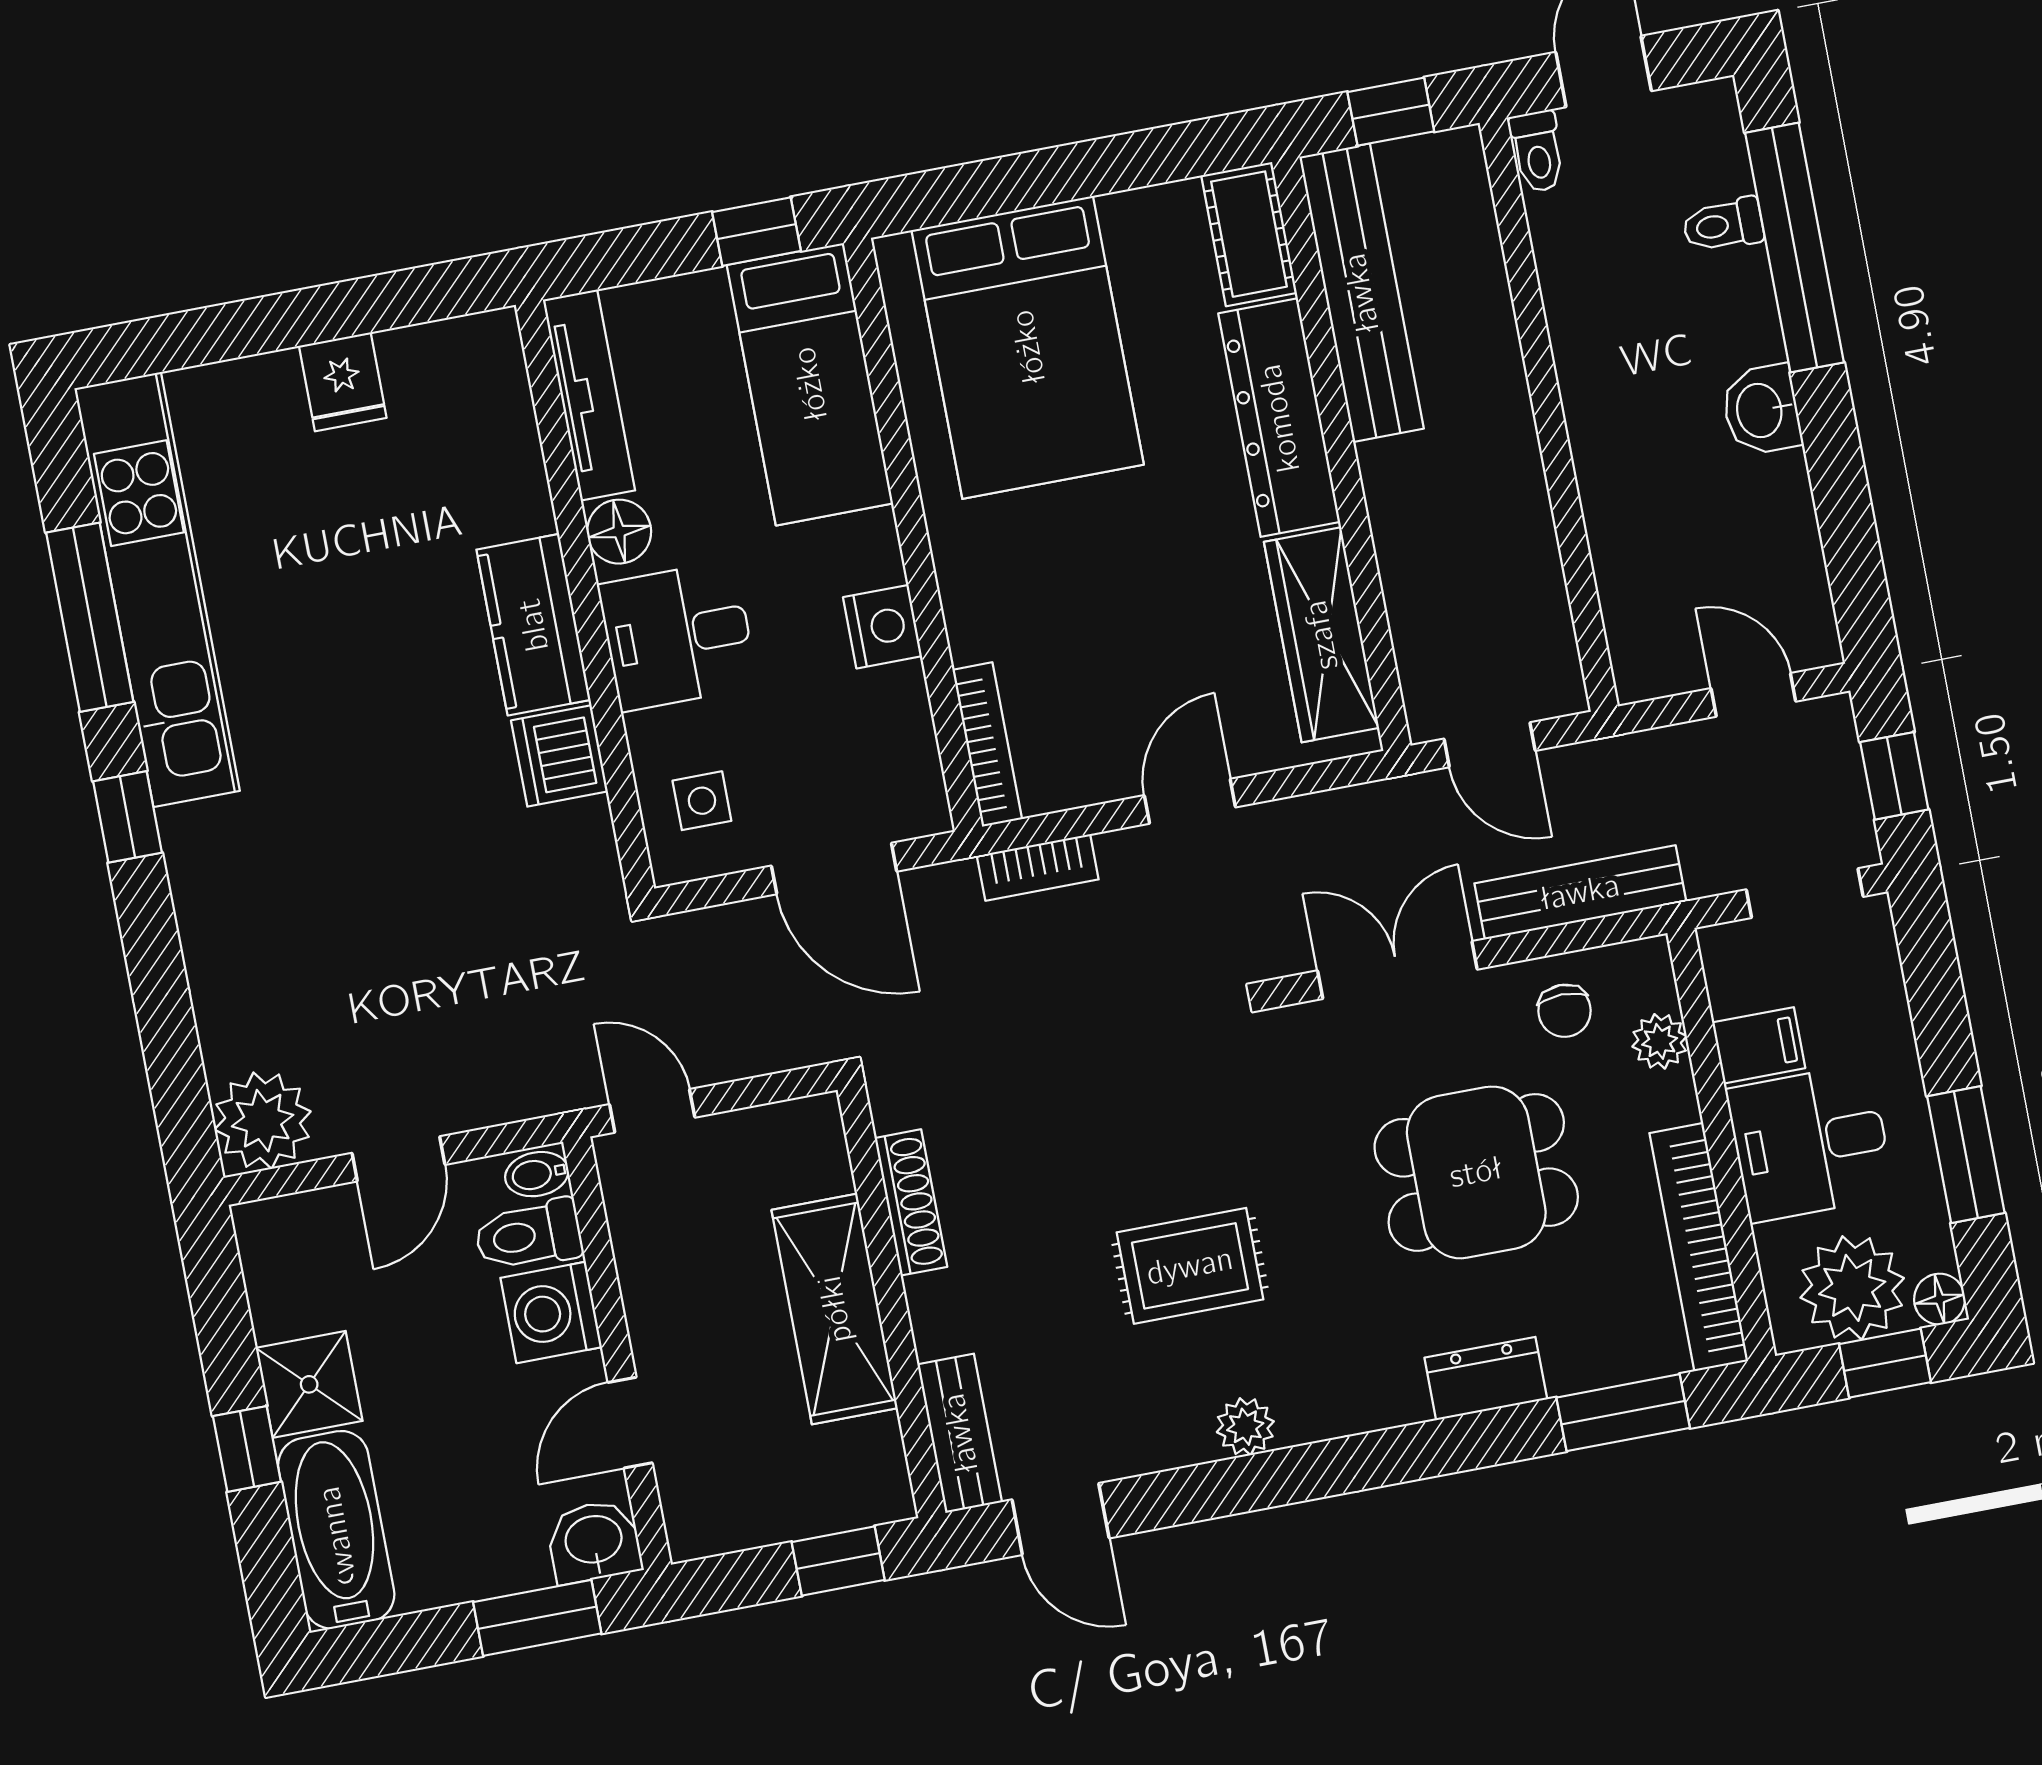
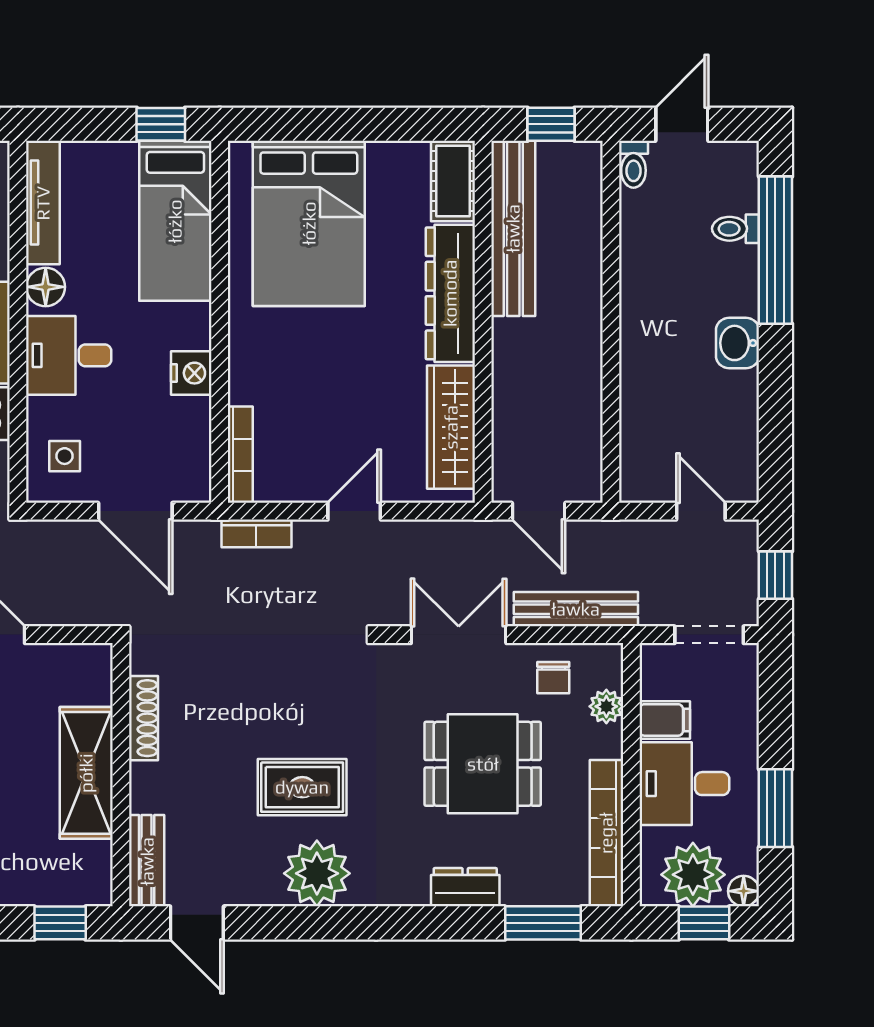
plant: (1245, 1427) -> (317, 873), width x1.87, depth x1.87

